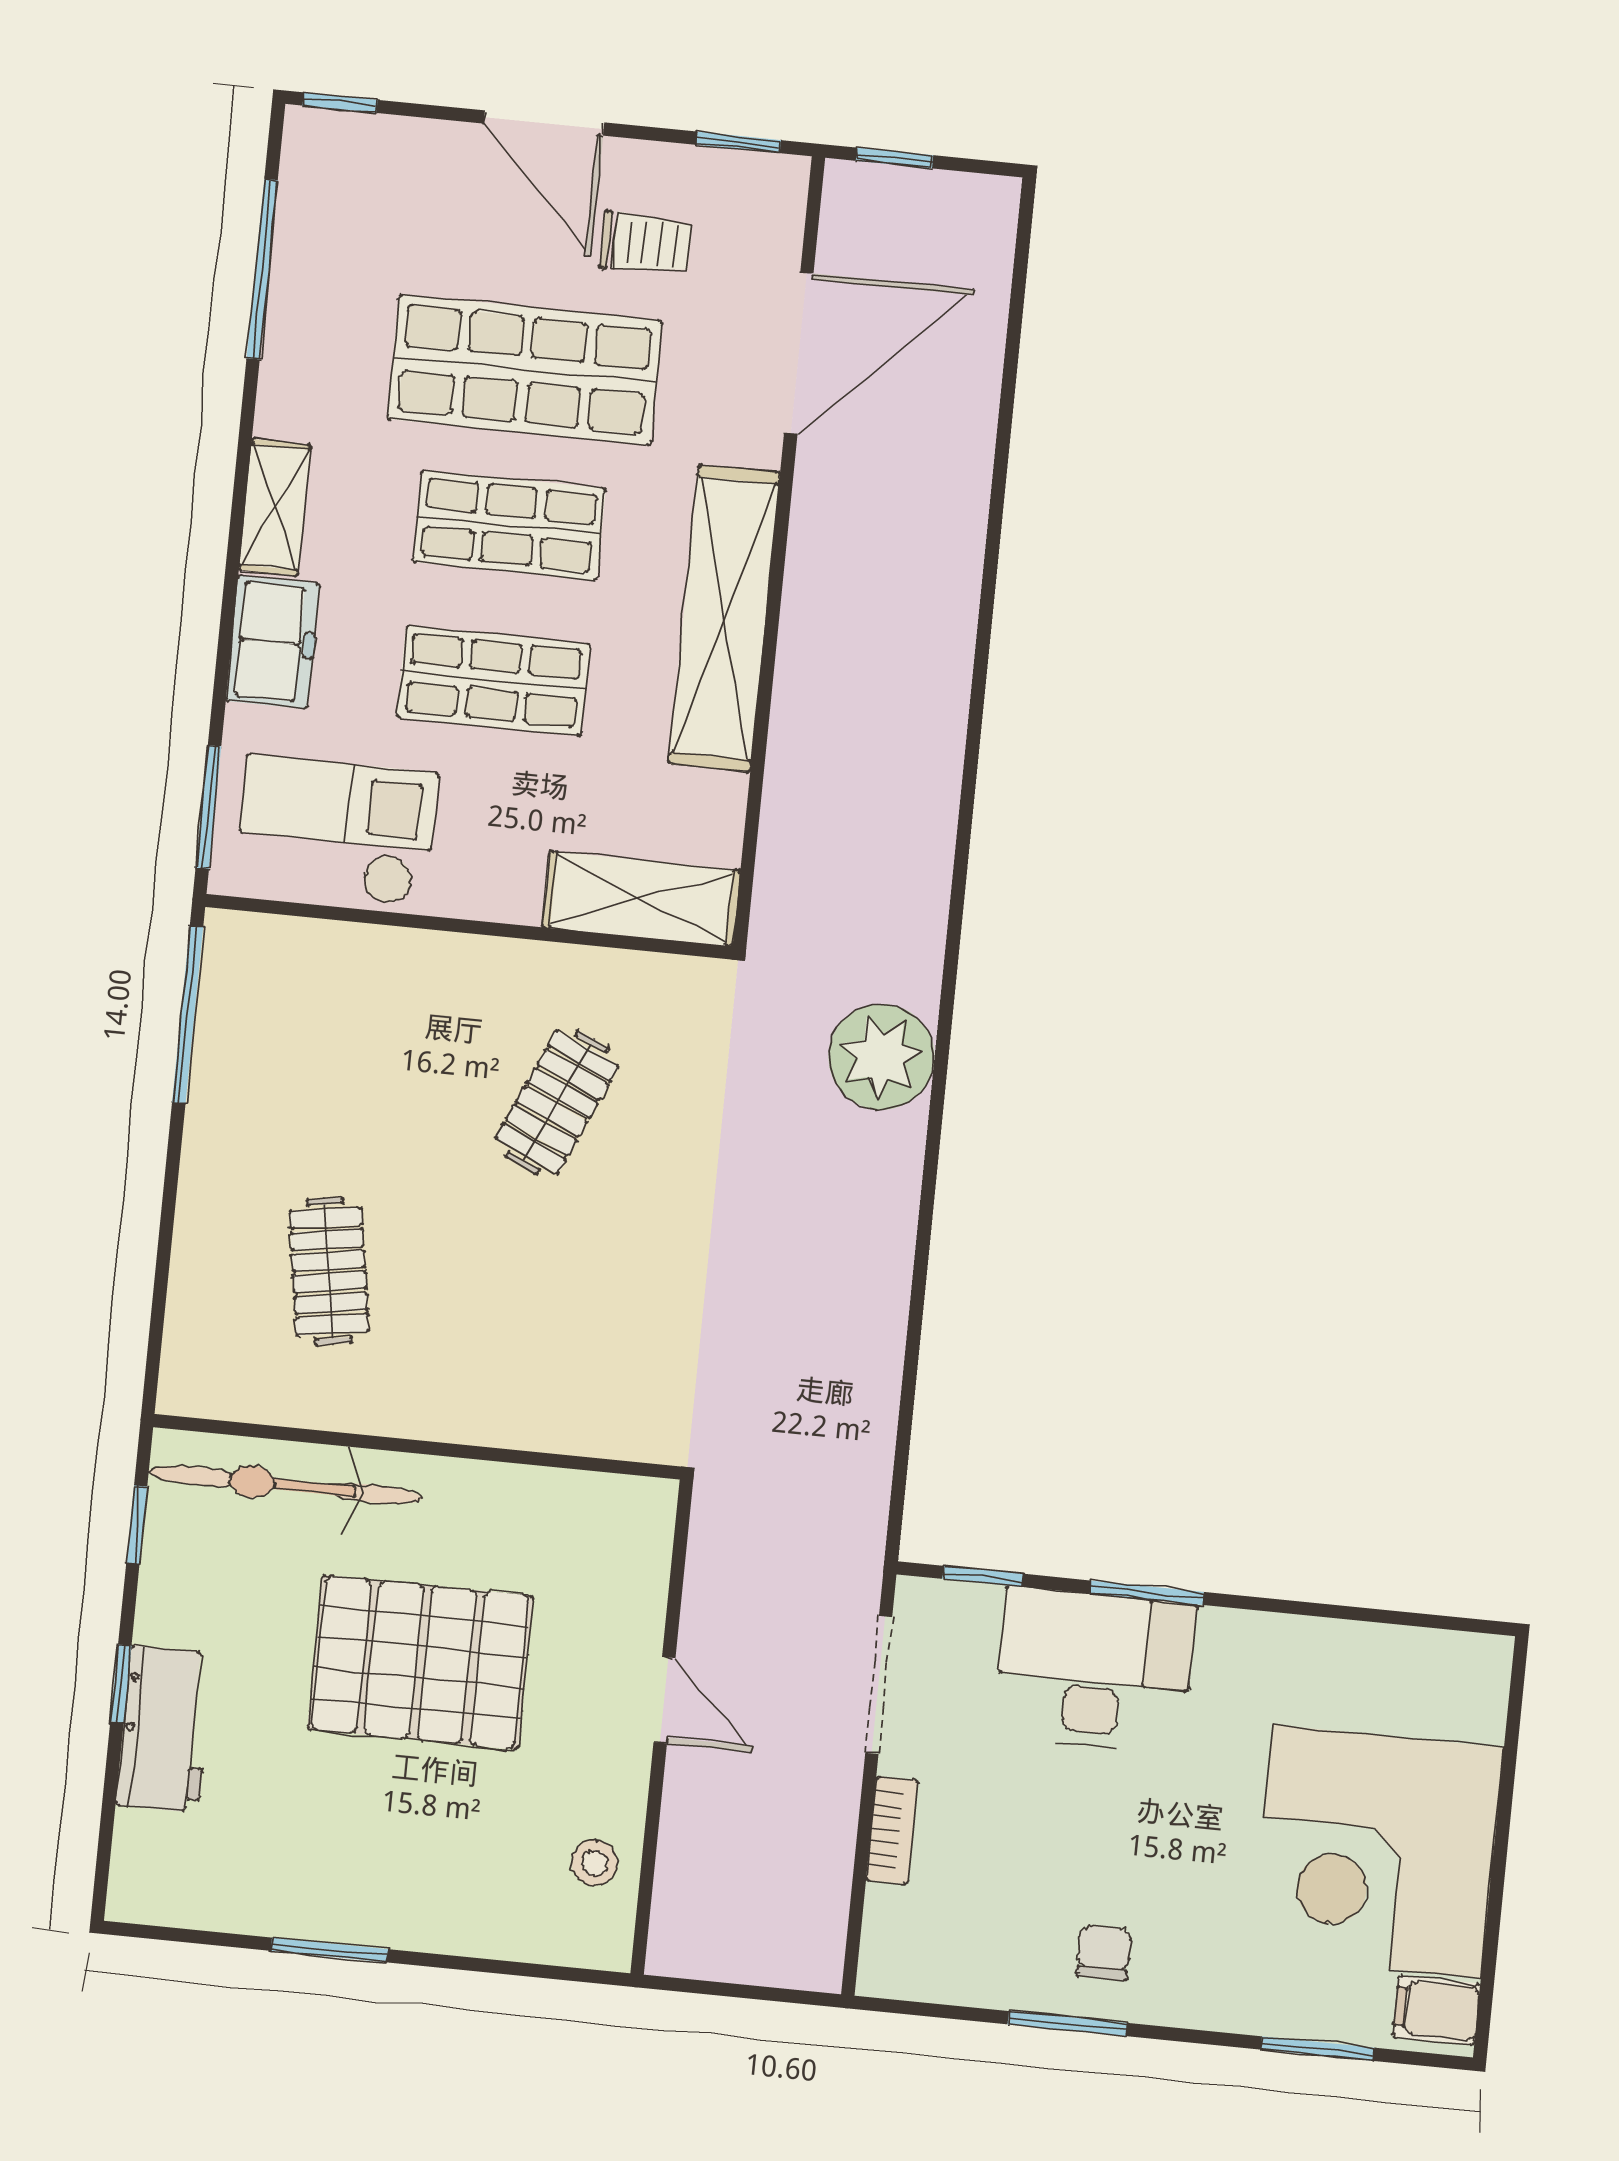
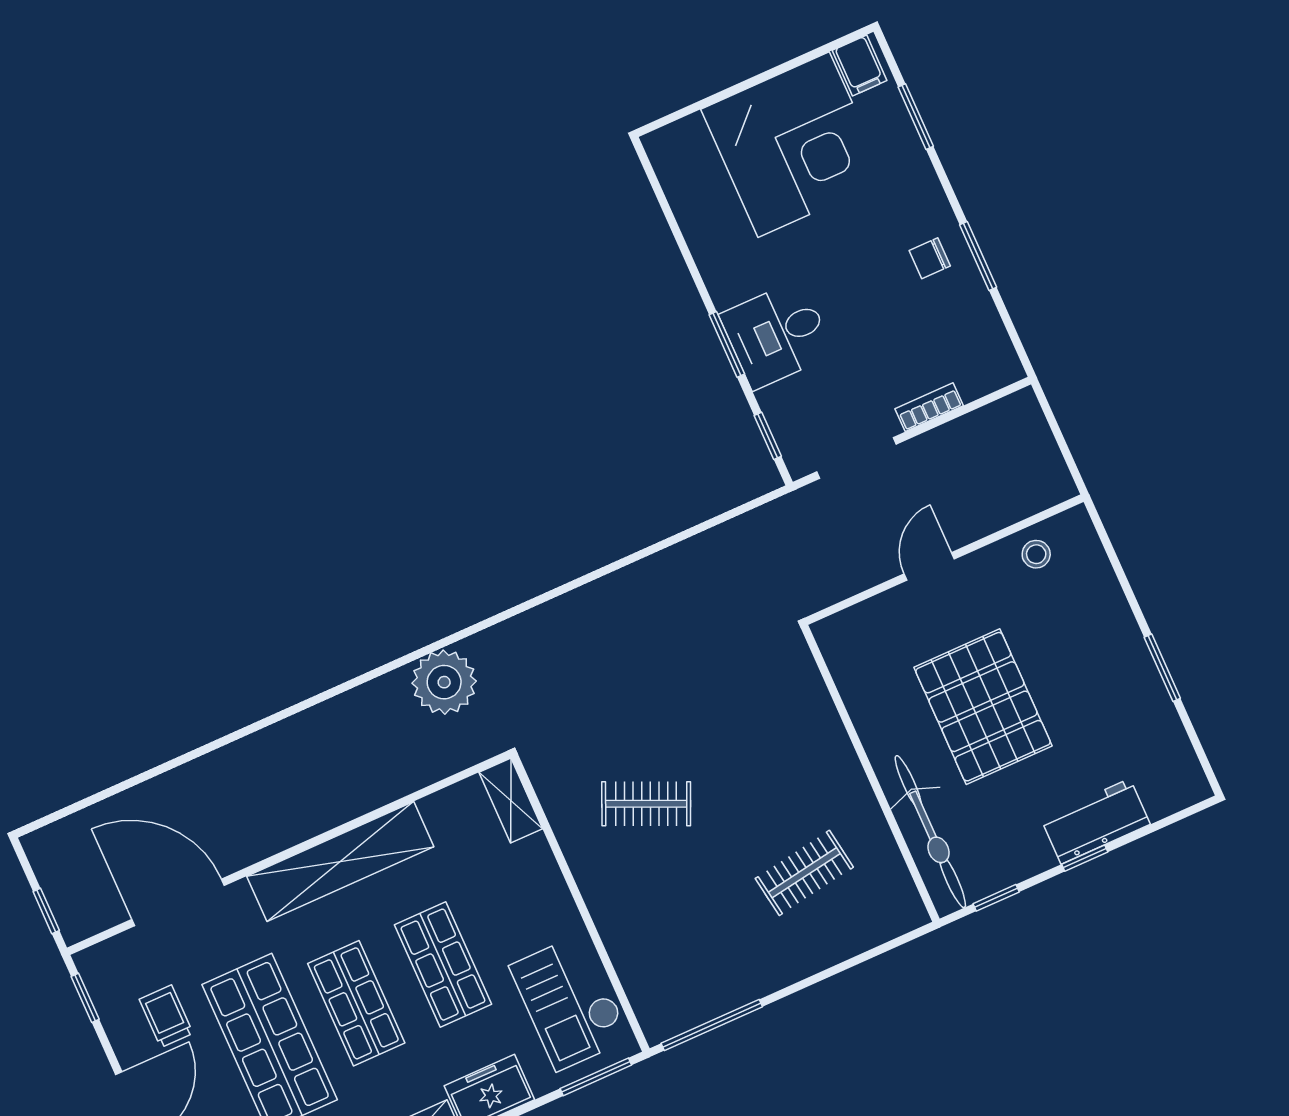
shelving: (641, 899) -> (511, 801), width x0.67, depth x0.75
plant: (881, 1057) -> (444, 682), moved
desk: (1094, 1670) -> (777, 334), width x0.73

